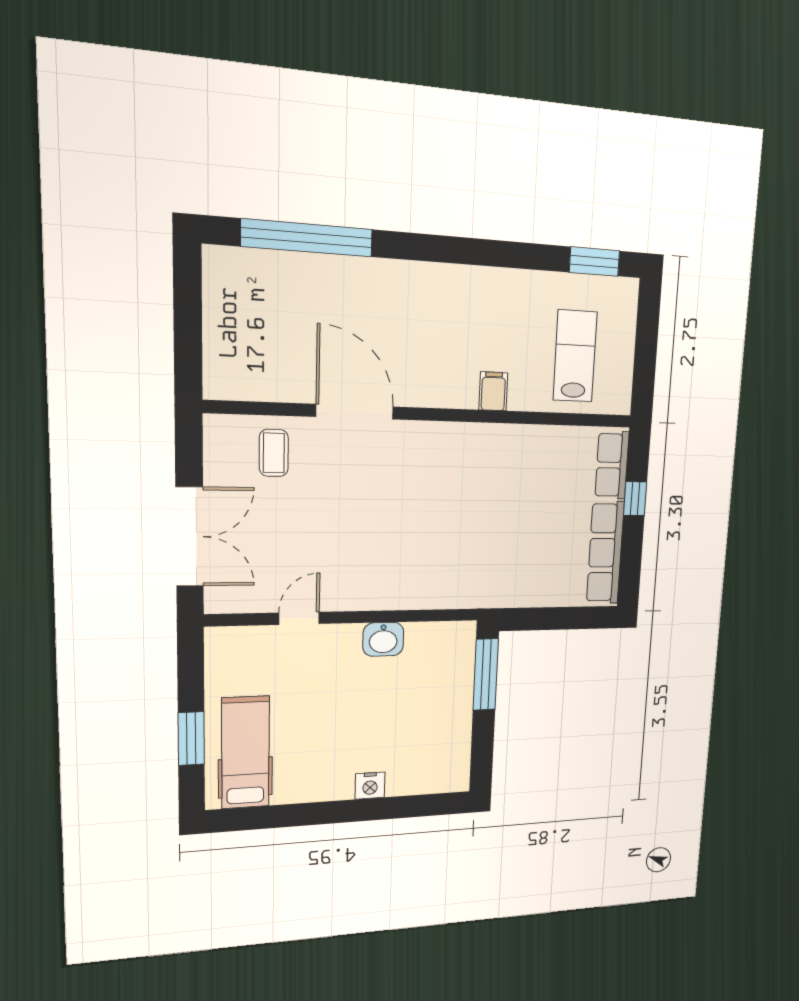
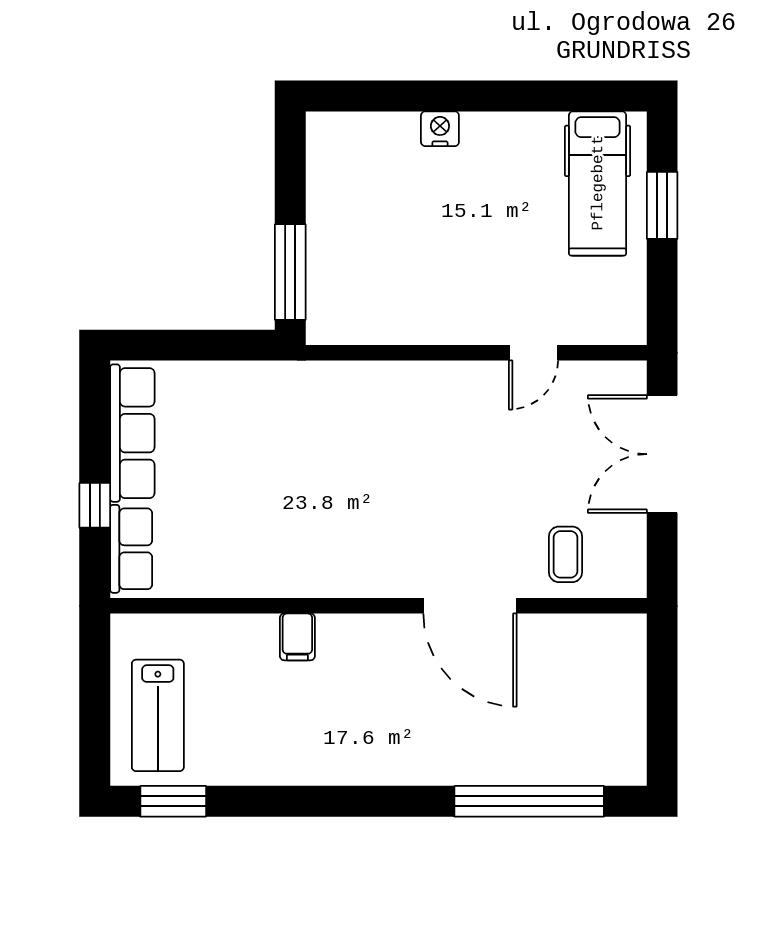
lab bench: (575, 356) -> (158, 715), moved
washbasin: (383, 639) -> (428, 323), removed

